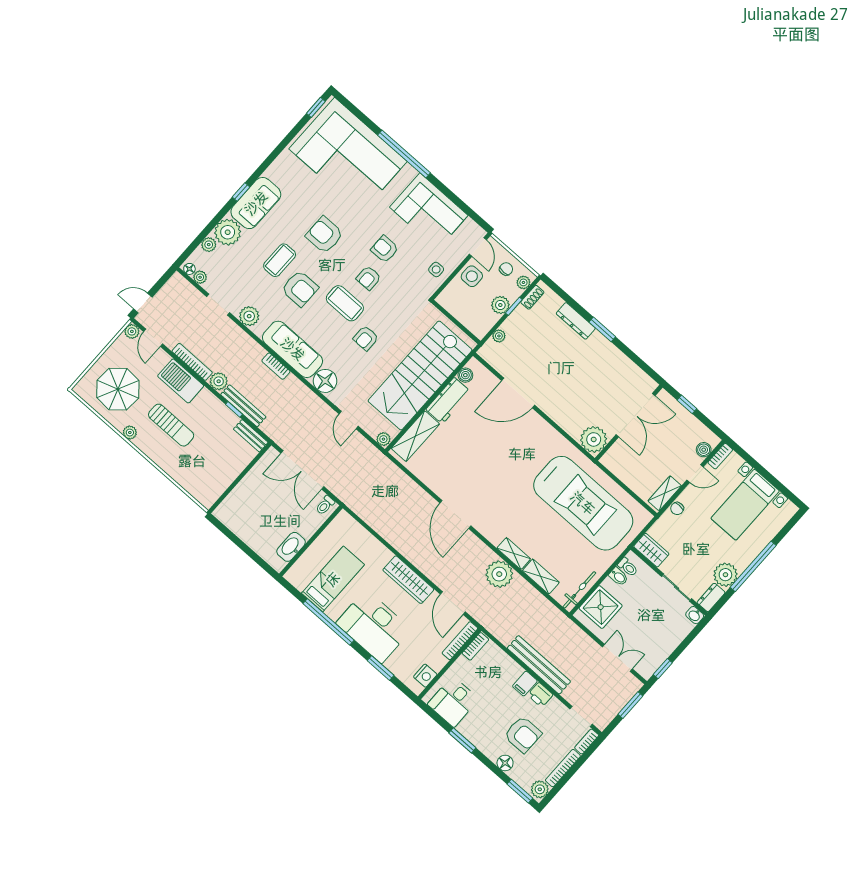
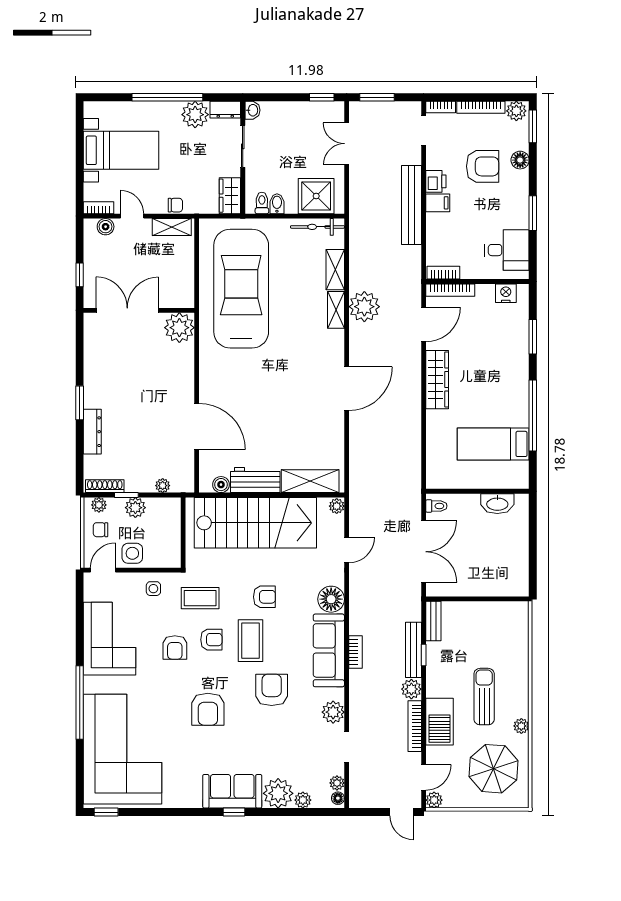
coffee table: (280, 260) -> (200, 598), moved
shoe rack: (532, 297) -> (105, 486), width x1.43
desk: (374, 626) -> (503, 374), removed
armchair: (523, 734) -> (483, 166), turned 90

